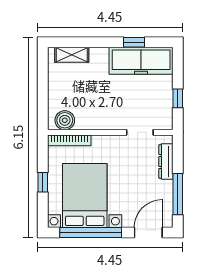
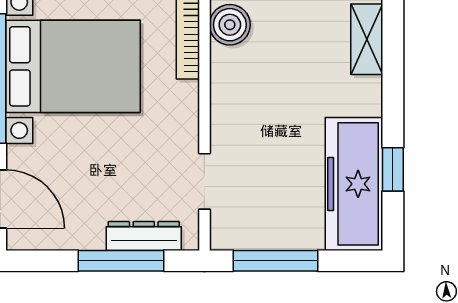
window: (178, 98) -> (275, 261), width x2.17
window: (178, 194) -> (121, 261), moved

